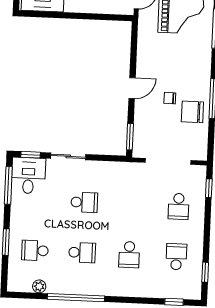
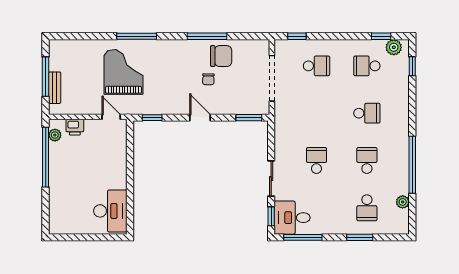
window: (134, 40) -> (152, 118), added
chair: (192, 112) -> (221, 56), turned -90
plant: (194, 284) -> (394, 47), added

